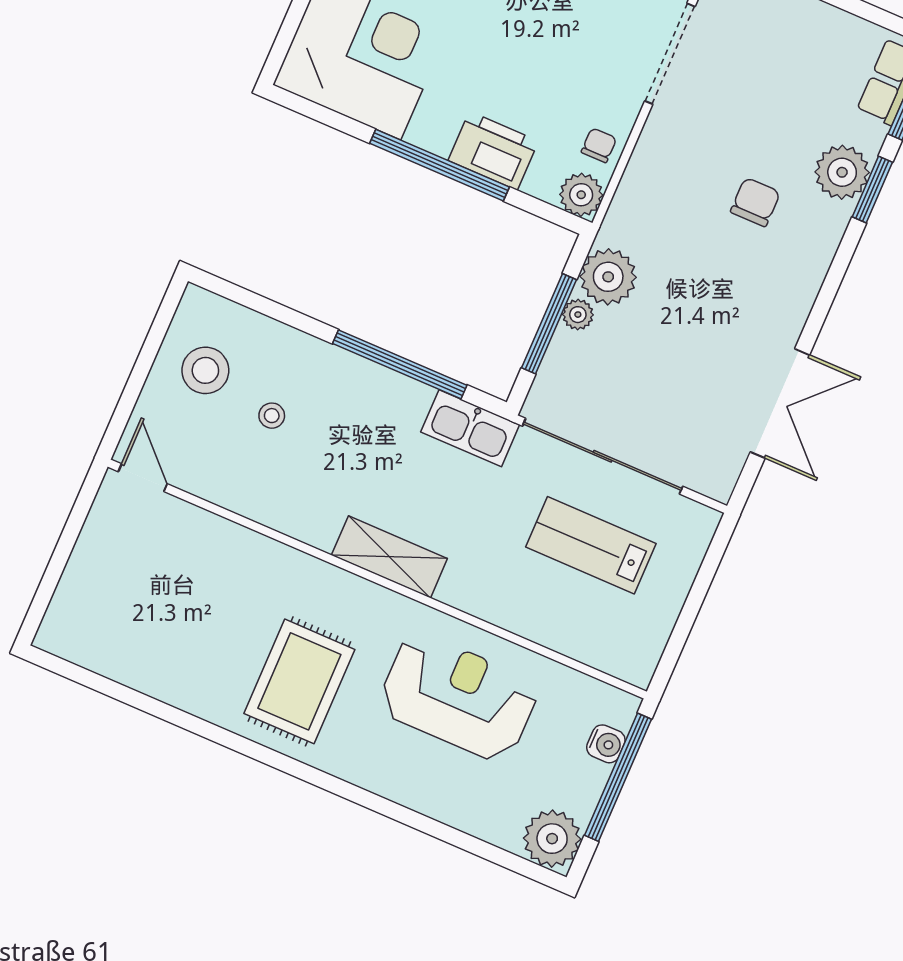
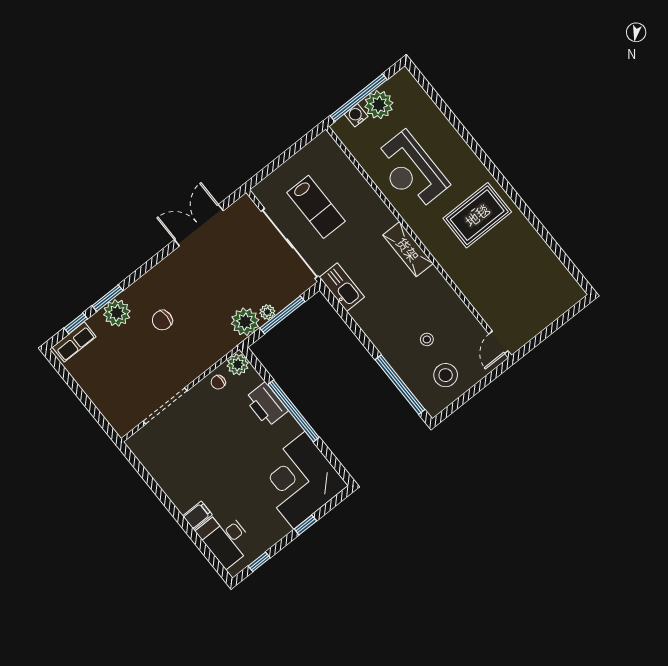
window: (400, 364) -> (400, 385), moved
plant: (552, 839) -> (379, 105), moved

